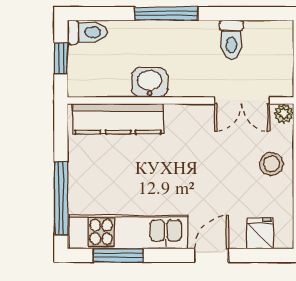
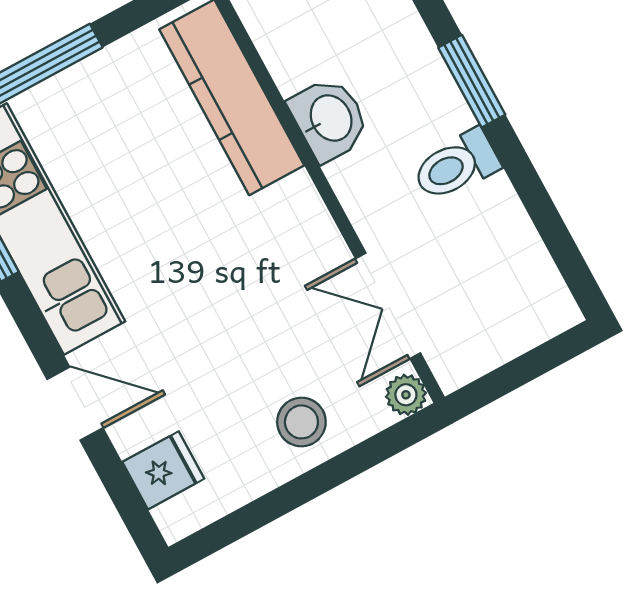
window: (166, 14) -> (472, 81), width x0.69
toilet: (231, 40) -> (456, 165), moved

